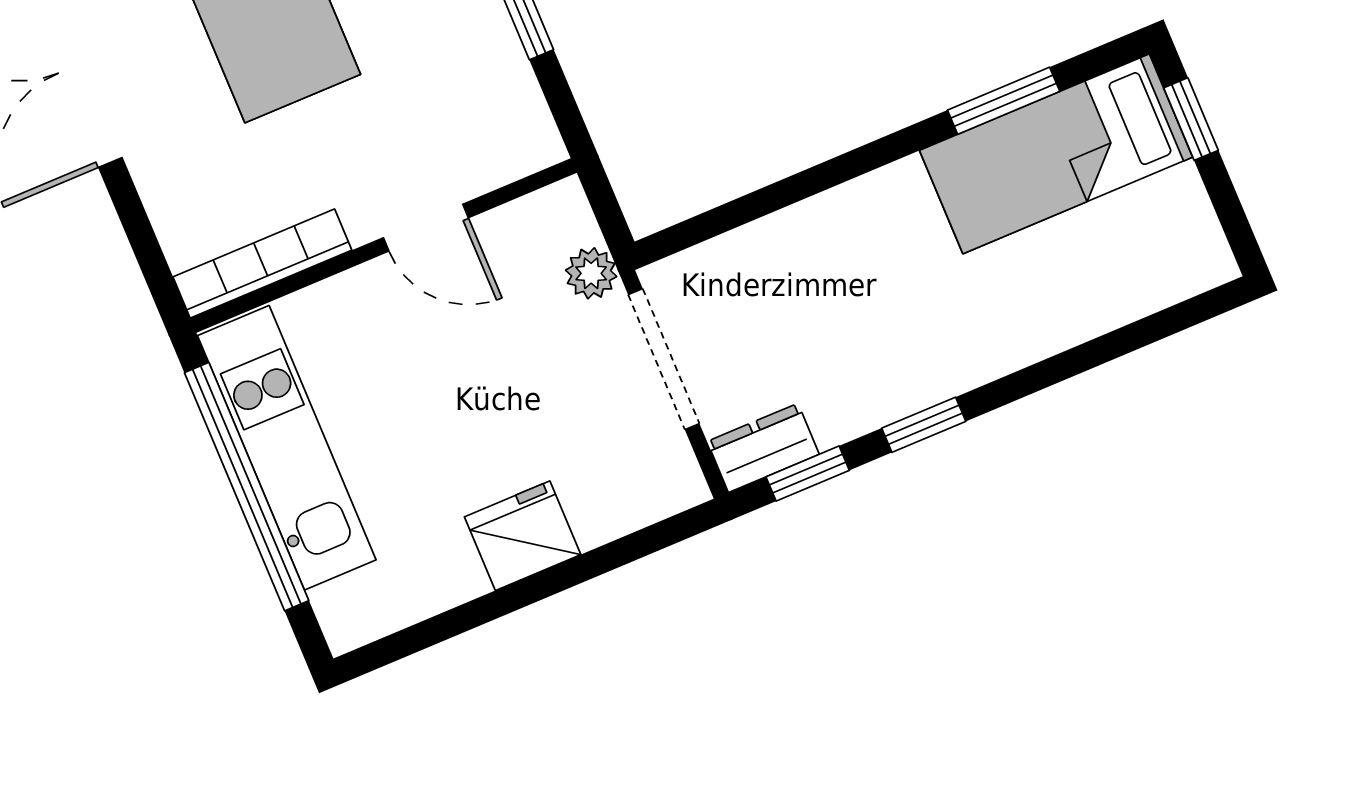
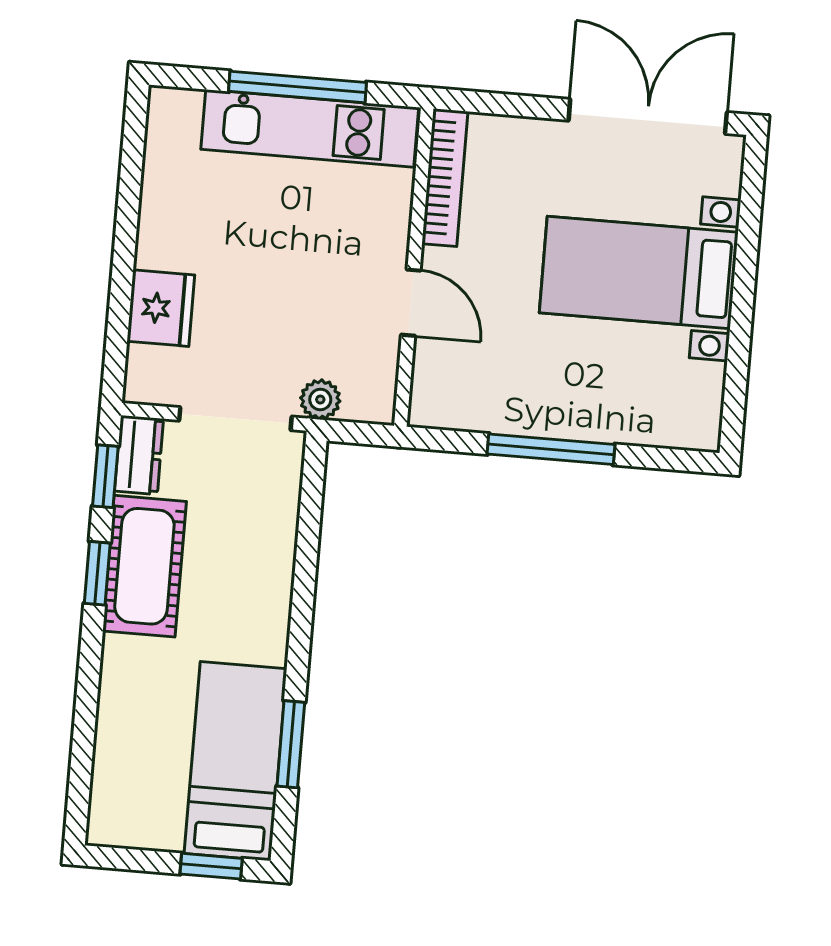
door: (426, 228) -> (411, 303), swing flipped
cot: (887, 375) -> (144, 566), added
window: (247, 487) -> (297, 87), width x0.68
fridge: (523, 536) -> (161, 308), moved

